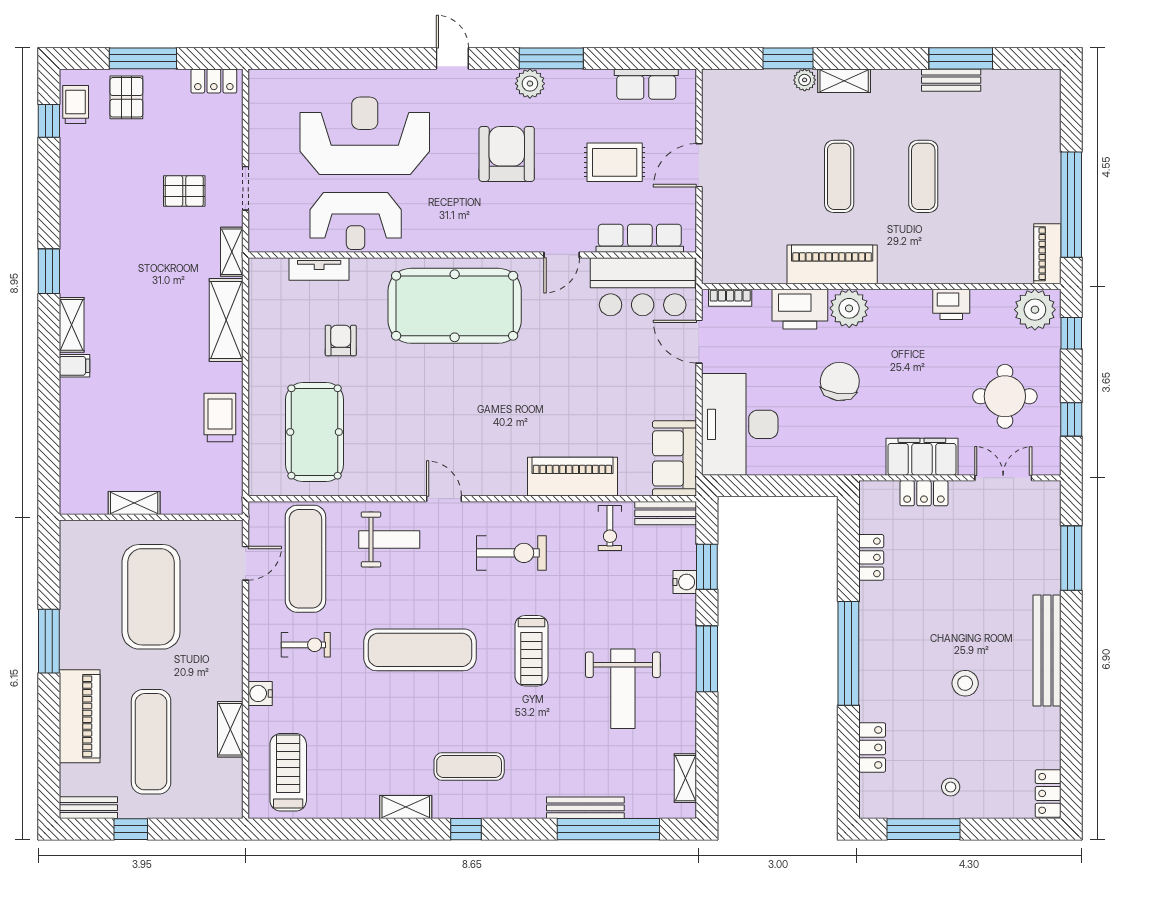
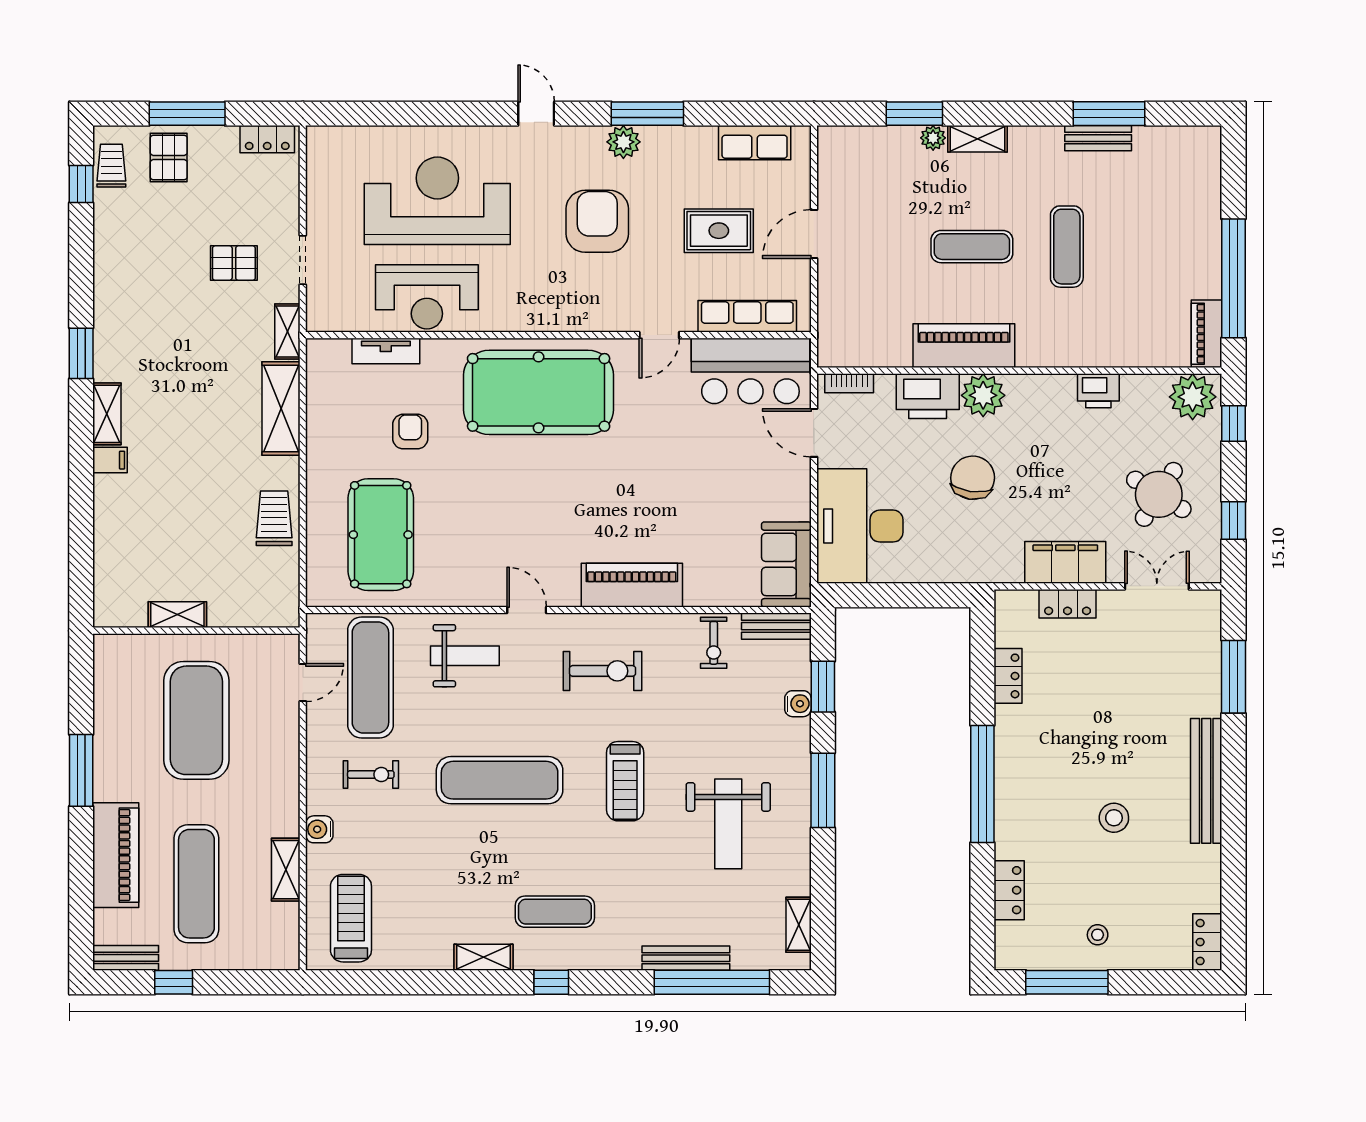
exercise mat: (839, 176) -> (972, 247), turned 90
round table: (1005, 396) -> (1159, 494), turned 32
piano: (572, 477) -> (632, 585), moved

